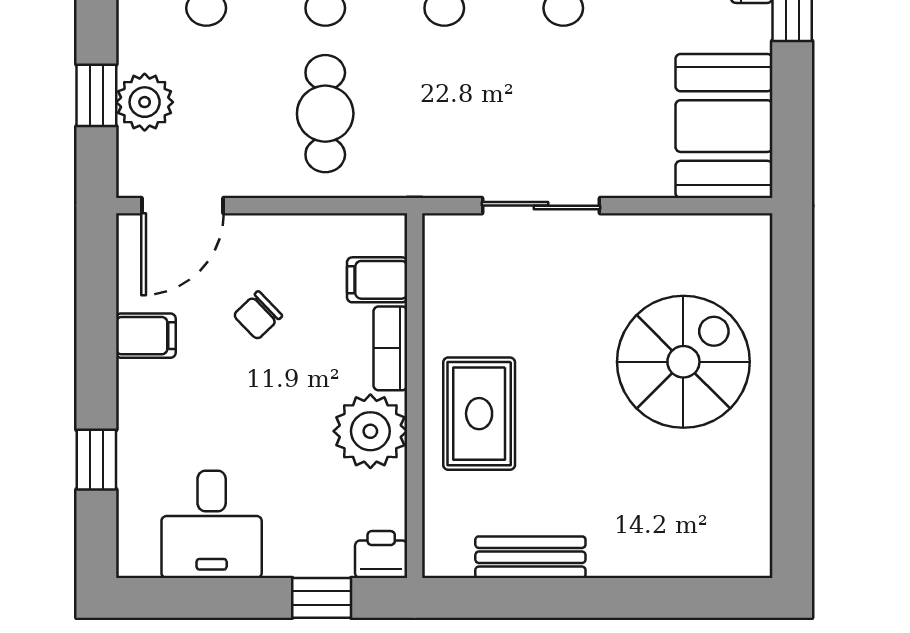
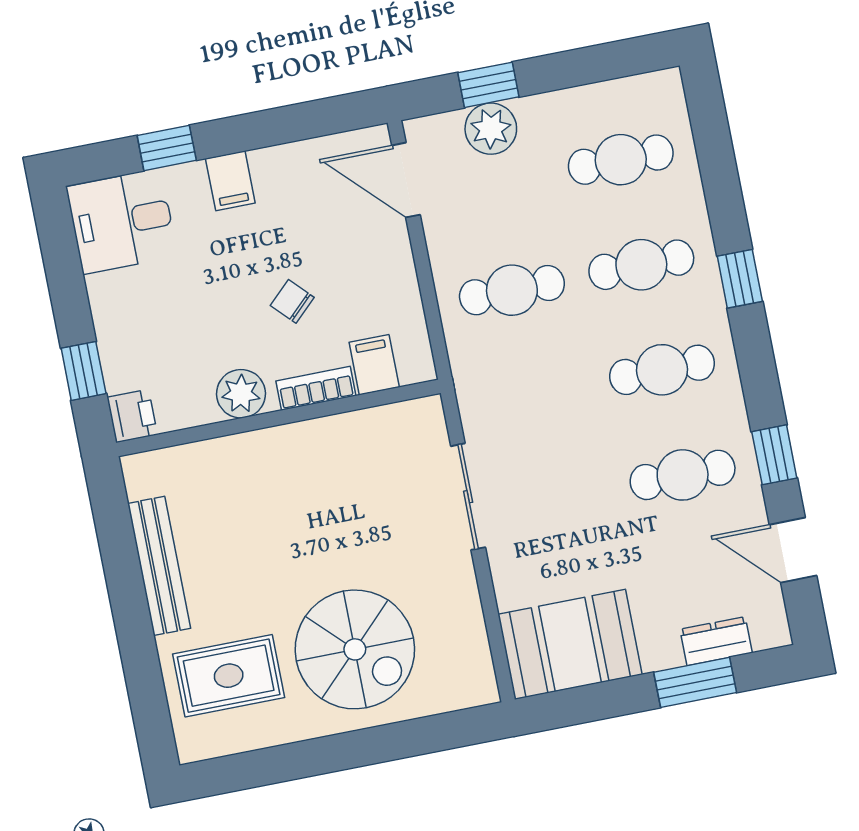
chair: (258, 315) -> (292, 301), moved
filing cabinet: (146, 336) -> (230, 181), moved
rug: (479, 414) -> (229, 676), moved
plant: (370, 431) -> (241, 394), width x0.73, depth x0.73
desk: (212, 524) -> (122, 221), moved
bench: (530, 557) -> (159, 566), width x1.36

